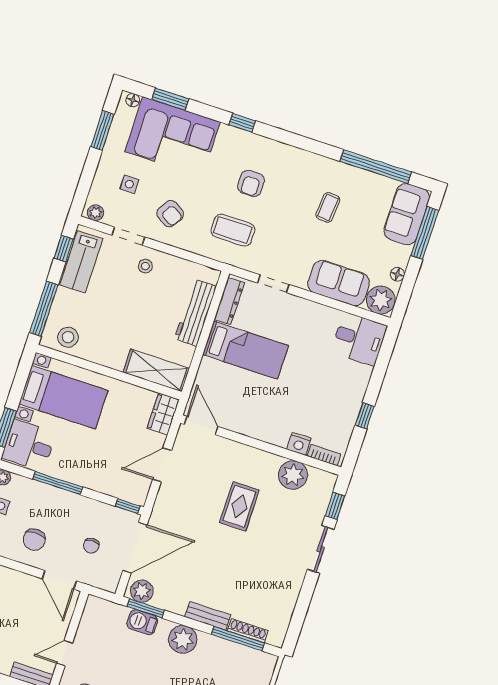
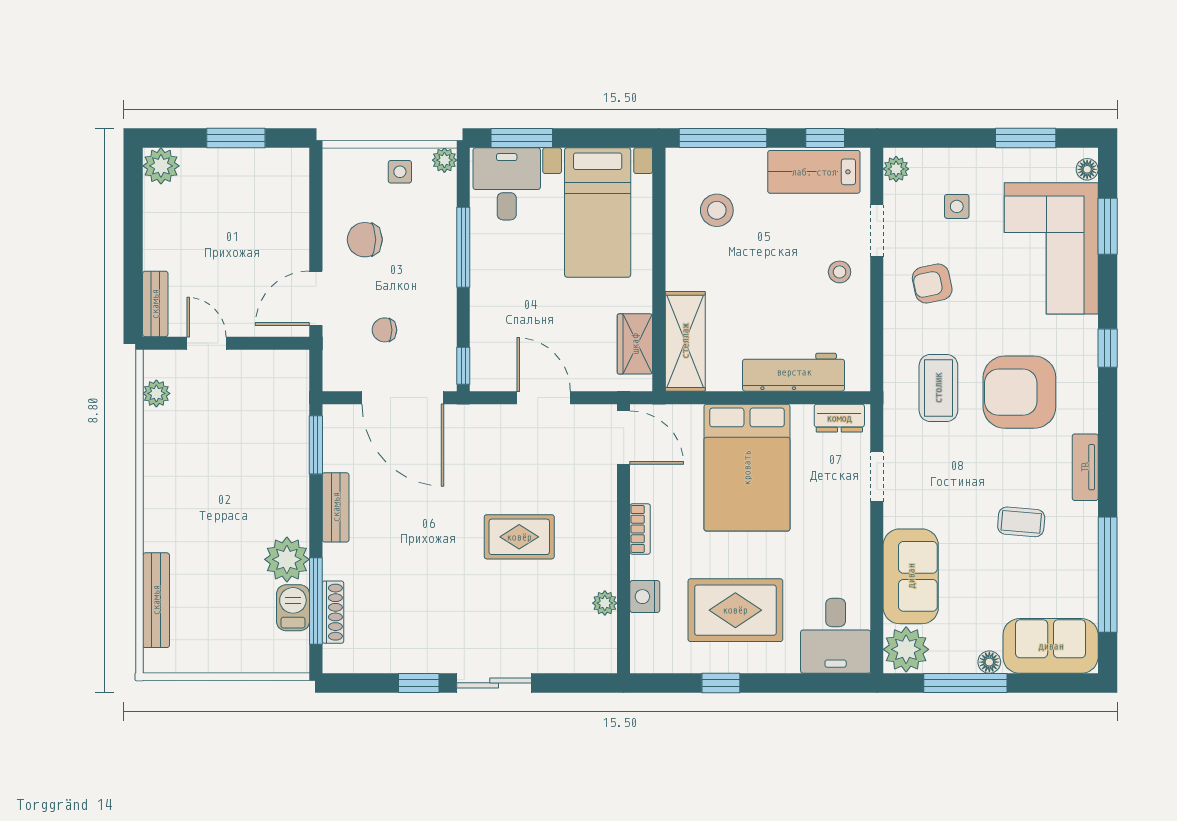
tv unit: (308, 159) -> (1085, 467), added
armchair: (251, 183) -> (1019, 392), width x1.88, depth x1.88
armchair: (170, 214) -> (932, 284), turned 46
window: (425, 233) -> (965, 683), moved
floor lamp: (397, 274) -> (989, 662), moved
dresser: (229, 301) -> (839, 418), width x0.70
stool: (68, 337) -> (717, 210), moved
bed: (246, 350) -> (747, 468), width x1.50
rug: (325, 393) -> (735, 610), added
wardrobe: (163, 414) -> (635, 344), moved, turned -90
door: (201, 425) -> (624, 438), hinge flipped
bookcase: (324, 455) -> (640, 529), moved
plant: (293, 475) -> (605, 603), width x0.53, depth x0.53
window: (335, 506) -> (419, 683), moved
plant: (142, 591) -> (340, 430), removed
bench: (208, 616) -> (336, 507), moved
barbecue: (142, 622) -> (293, 608), moved
plant: (183, 639) -> (287, 559), moved

